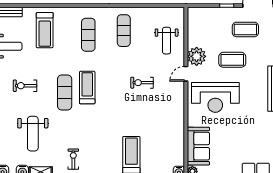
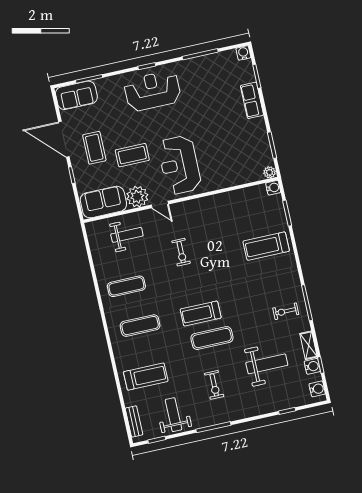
coffee table: (232, 60) -> (132, 155), turned 90
reception desk: (215, 97) -> (179, 165), turned 180
sofa: (198, 146) -> (103, 202), moved

